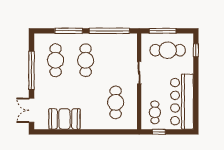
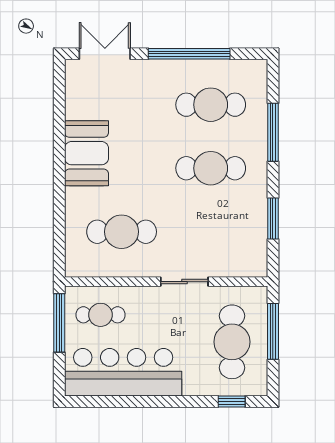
window: (109, 31) -> (273, 218), width x0.47
booth: (64, 119) -> (86, 153), moved
window: (159, 132) -> (59, 323), width x2.17

